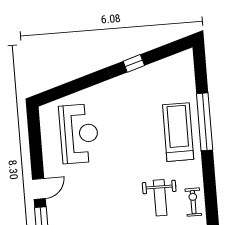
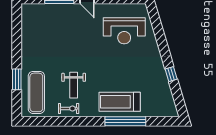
treadmill: (178, 132) -> (120, 102), turned 180
weight bench: (160, 198) -> (74, 85), turned -90

